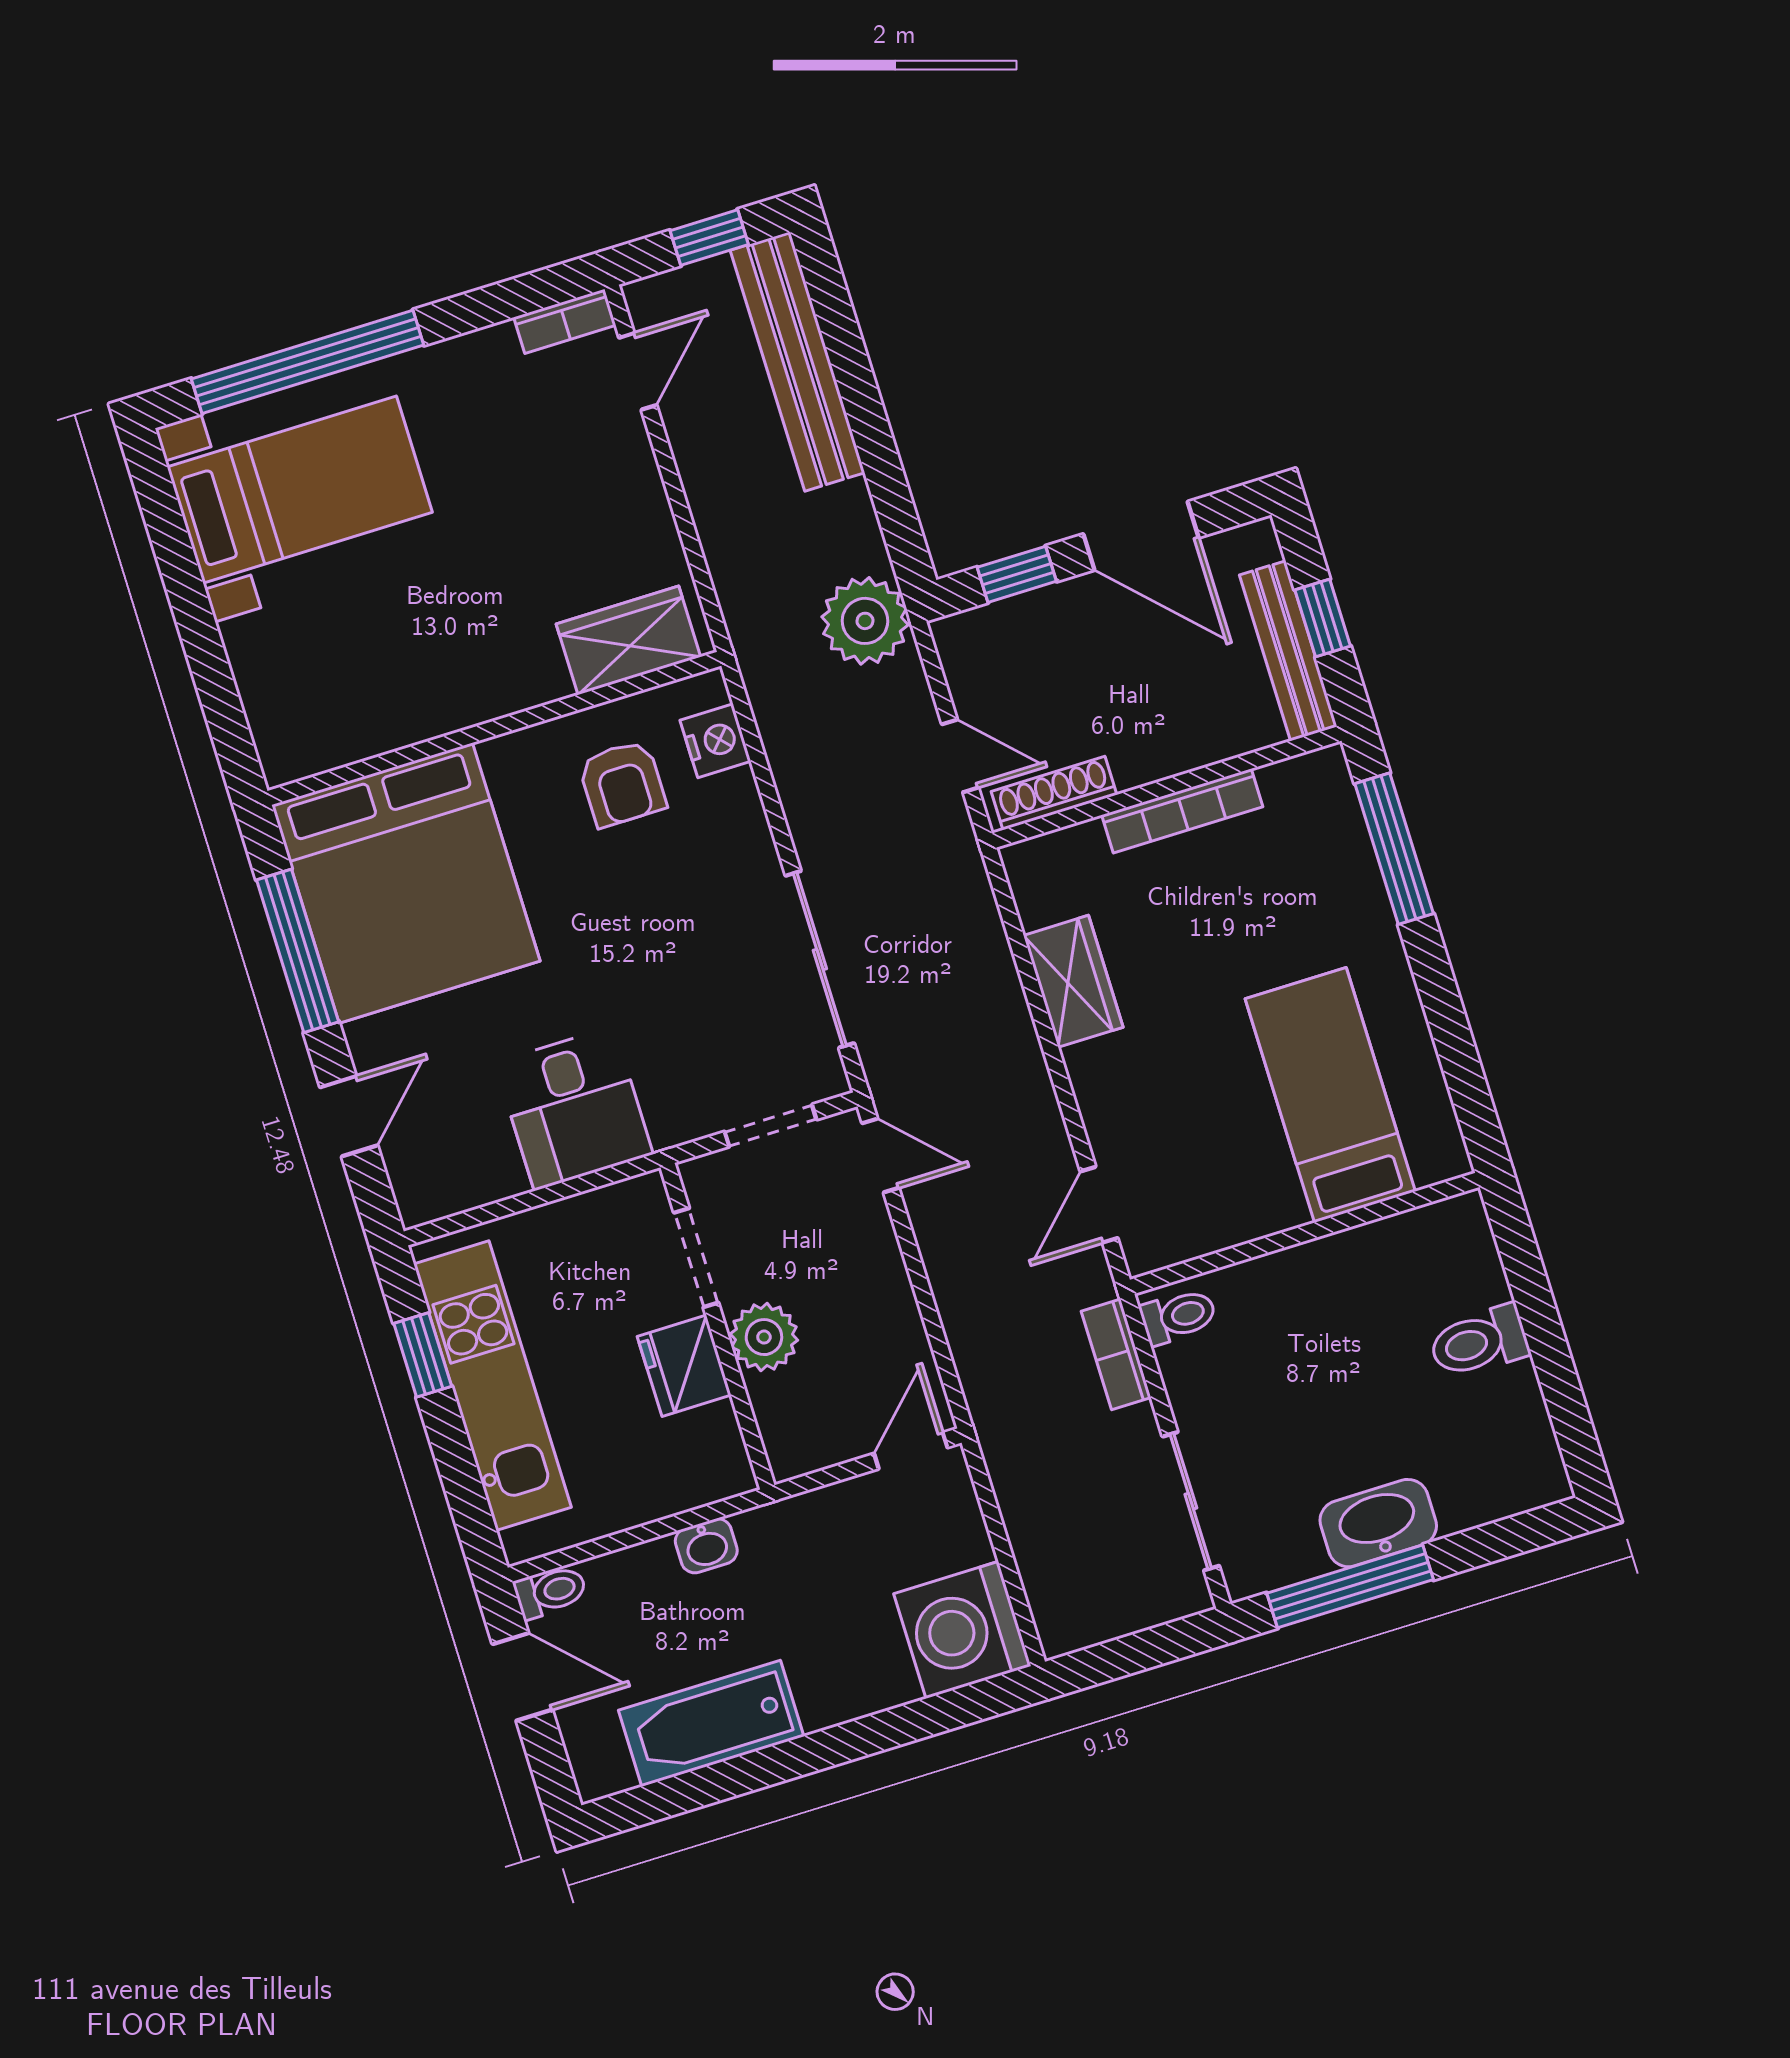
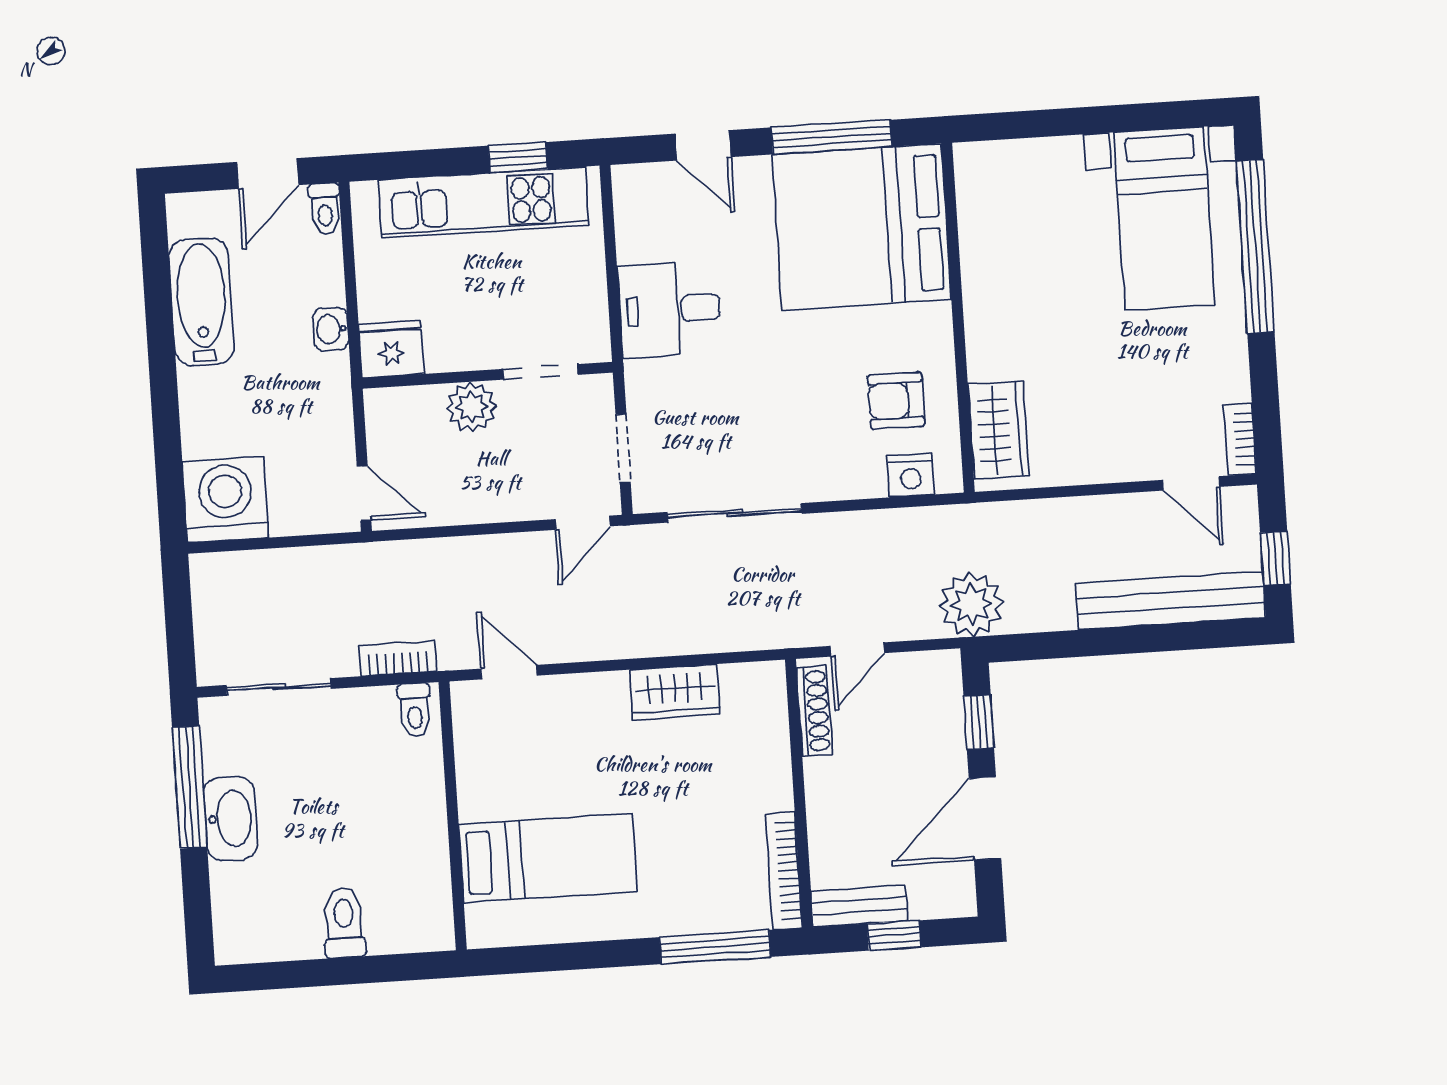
bench: (1288, 651) -> (859, 906), width x0.73
bookcase: (1182, 811) -> (784, 871), moved
fridge: (684, 1366) -> (391, 349), moved

